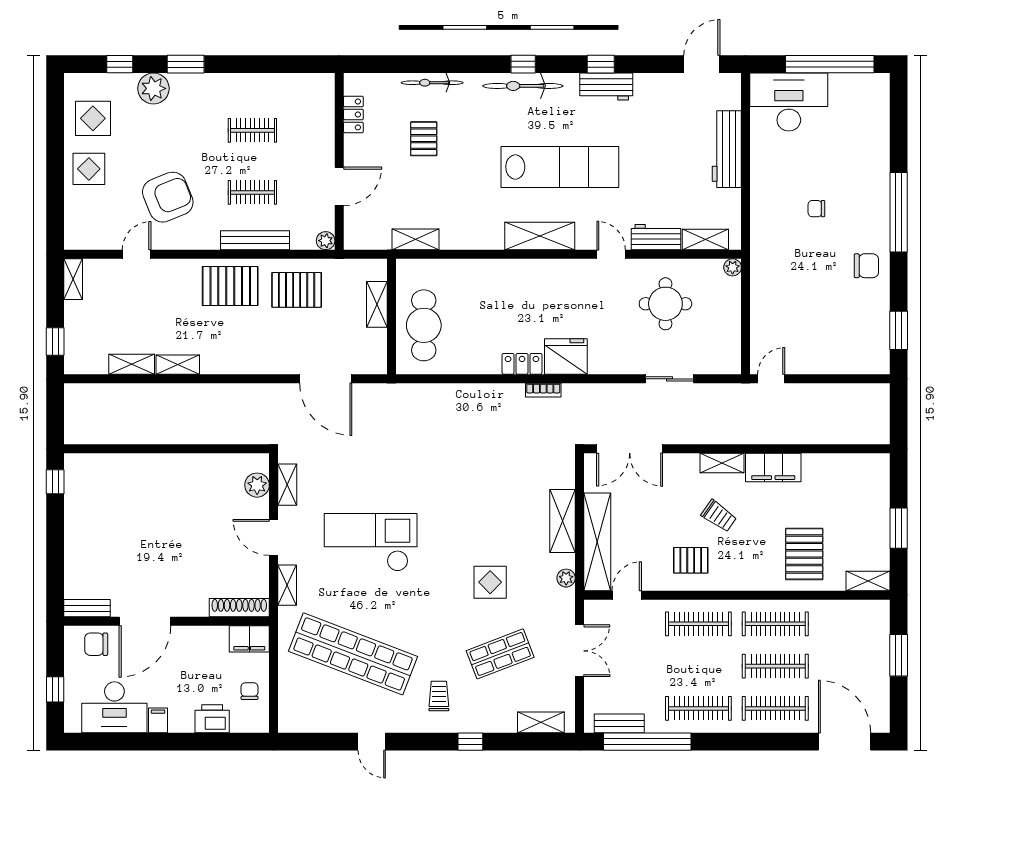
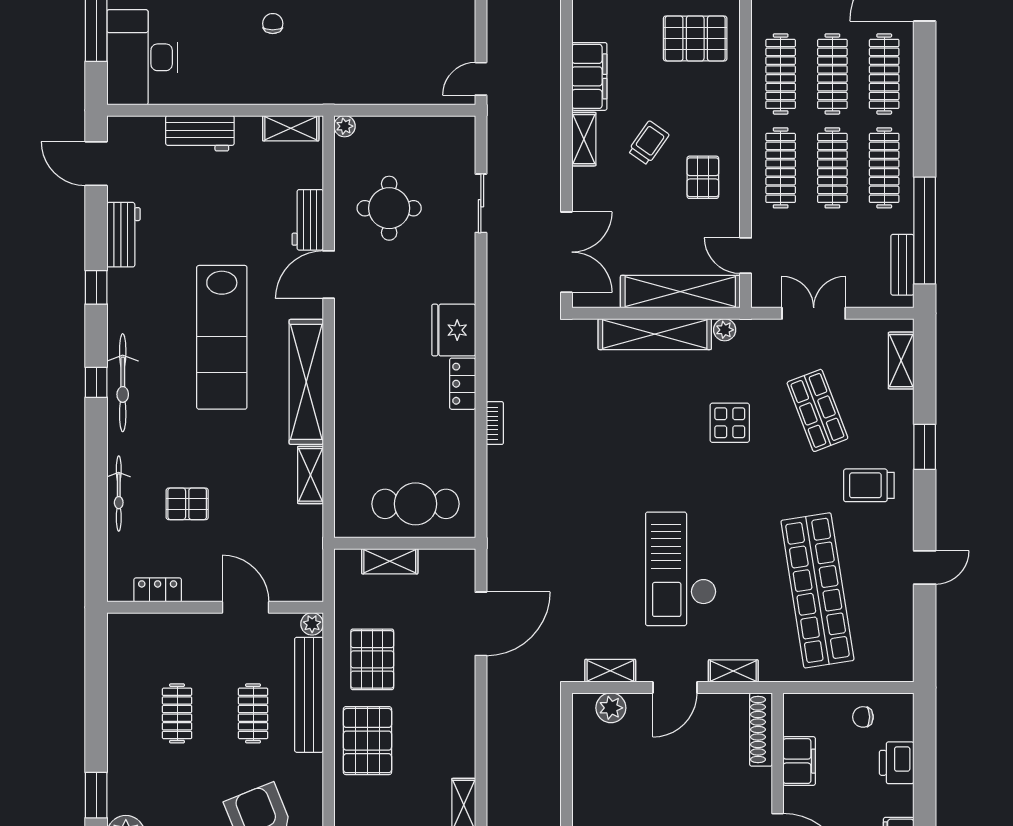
workbench: (606, 87) -> (123, 235), moved
workbench: (727, 149) -> (200, 133), width x0.73
lab bench: (560, 167) -> (222, 337), turned 180
chair: (816, 209) -> (273, 24), turned 180
shelving: (540, 236) -> (306, 382), width x1.47
shelving: (416, 239) -> (310, 475), moved
bench: (255, 240) -> (309, 695), width x1.37, depth x1.21
shelving: (705, 240) -> (291, 128), moved, turned 90
door: (611, 254) -> (329, 275), width x1.38
door: (771, 379) -> (481, 79), hinge flipped
bookcase: (543, 390) -> (495, 423), moved
shelving: (563, 521) -> (655, 334), width x1.47
filing cabinet: (249, 639) -> (799, 761), moved
shop shelf: (353, 654) -> (817, 590), turned -30
clothes rail: (698, 666) -> (832, 168), added
trolley: (439, 696) -> (869, 485), width x1.36, depth x1.39
window: (470, 742) -> (925, 447), width x1.50

